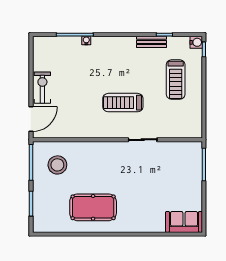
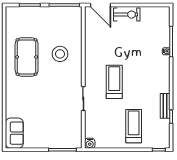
water cooler: (196, 42) -> (90, 143), moved
treadmill: (176, 80) -> (134, 126), turned 90
stool: (57, 165) -> (60, 54), moved

